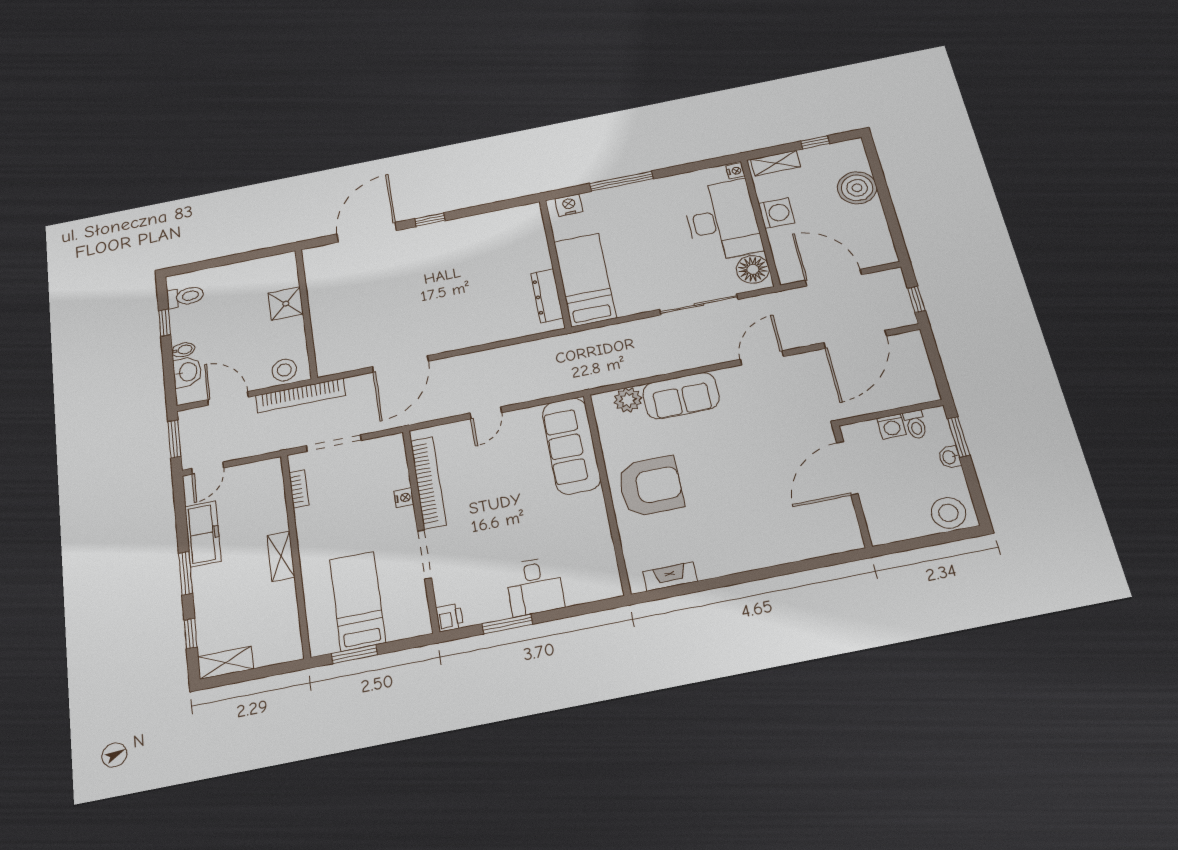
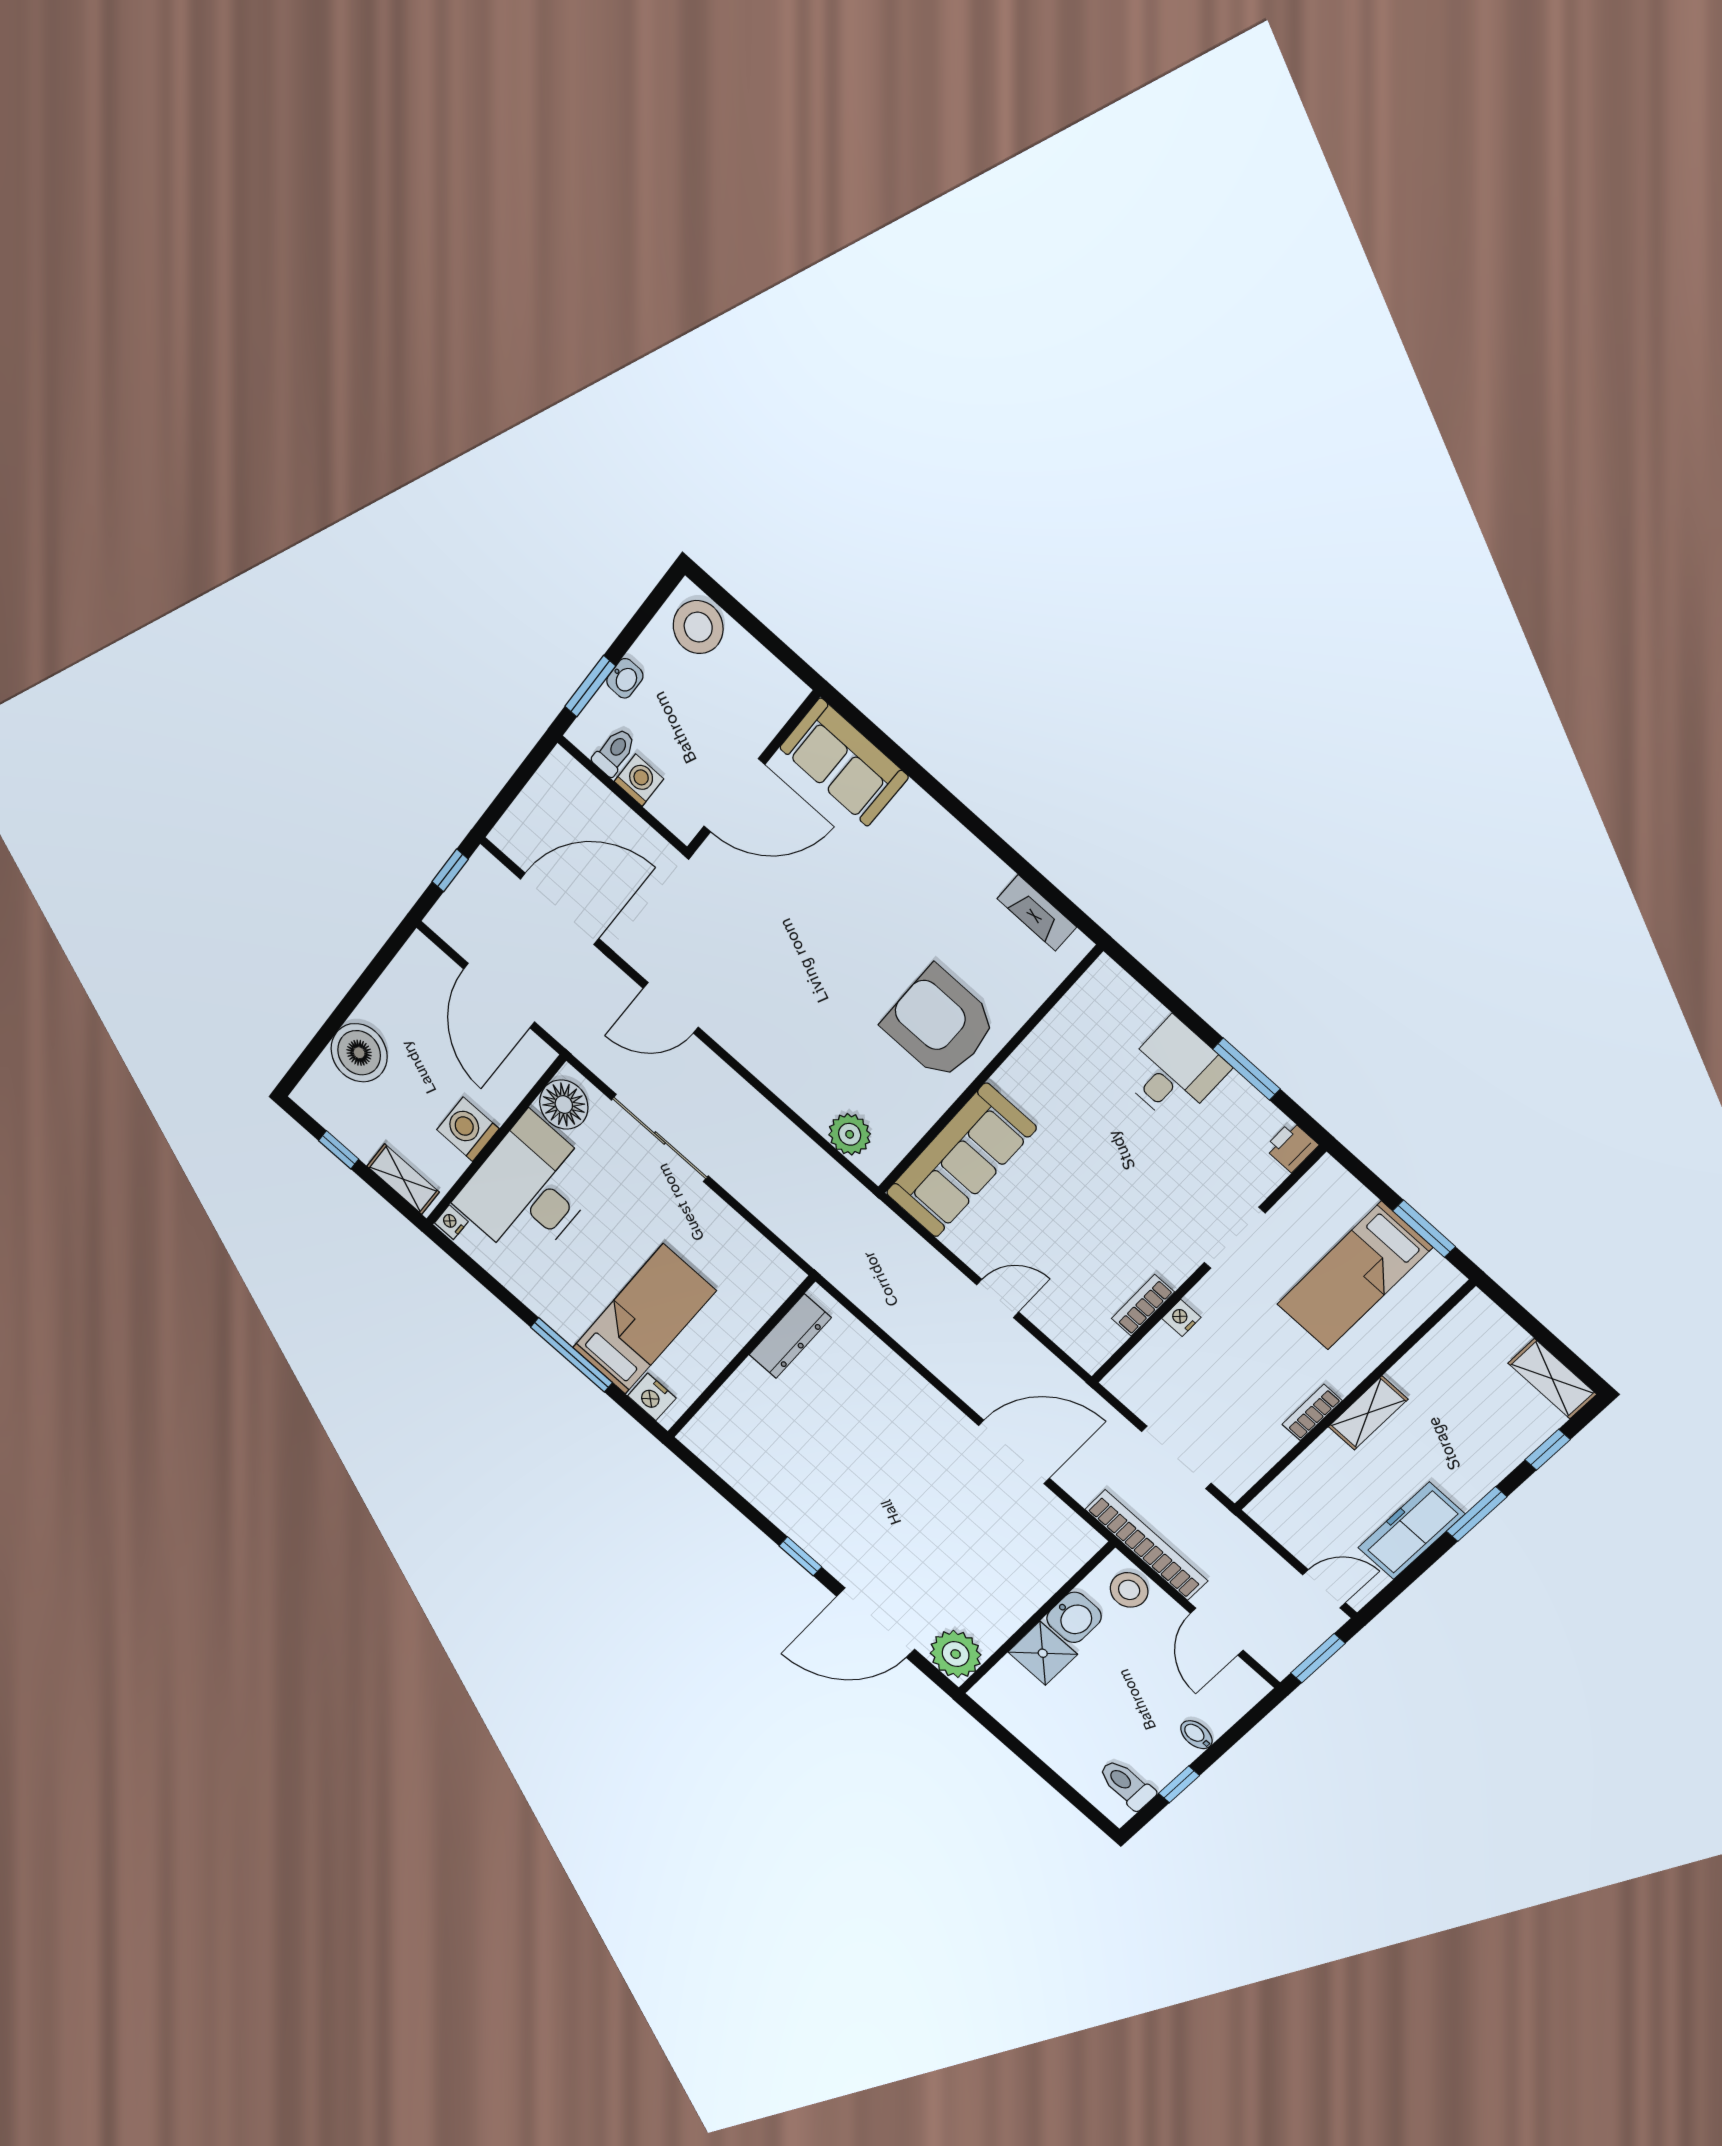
plant: (319, 260) -> (956, 1654), added
bed: (585, 280) -> (644, 1319), moved, turned 180
washbasin: (187, 372) -> (1074, 1617), moved, turned 180
sofa: (681, 396) -> (844, 762), moved, turned 180
bookcase: (428, 482) -> (1143, 1305), width x0.43, depth x0.76
bookcase: (299, 489) -> (1312, 1412), moved

